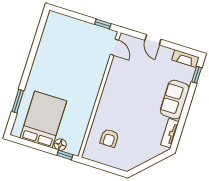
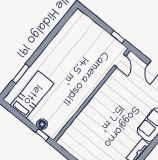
bed: (43, 119) -> (32, 94), width x0.67
armchair: (109, 138) -> (85, 135), removed

